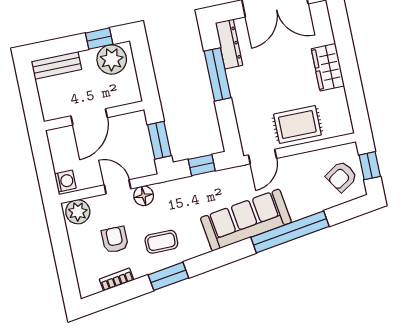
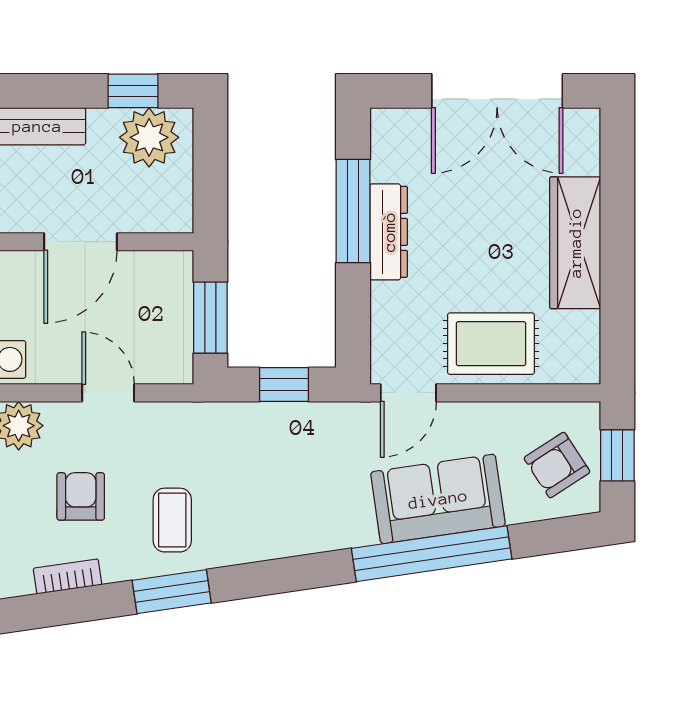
dresser: (229, 44) -> (389, 232), moved
wardrobe: (328, 67) -> (575, 243), width x1.50
floor lamp: (144, 196) -> (156, 421), removed
sofa: (246, 220) -> (438, 499), moved, width x0.73
coffee table: (161, 242) -> (172, 520), turned 90

